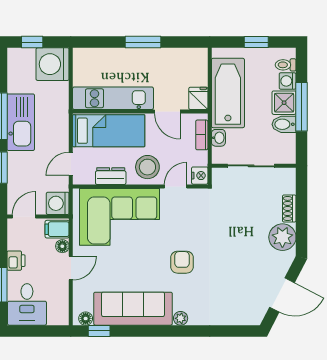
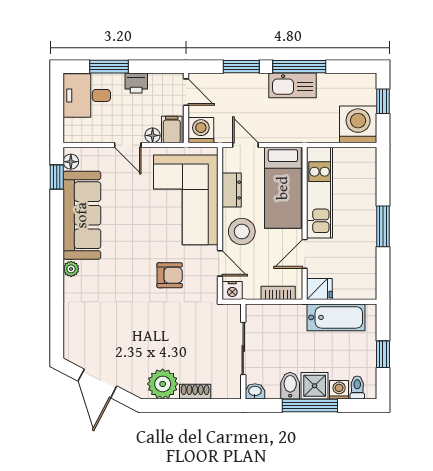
bathtub: (228, 93) -> (336, 317), width x0.73, depth x0.73
kitchen sink: (21, 122) -> (292, 85), width x0.73, depth x0.81
washbasin: (218, 138) -> (255, 391), moved, turned 180
armchair: (182, 262) -> (170, 275), moved

